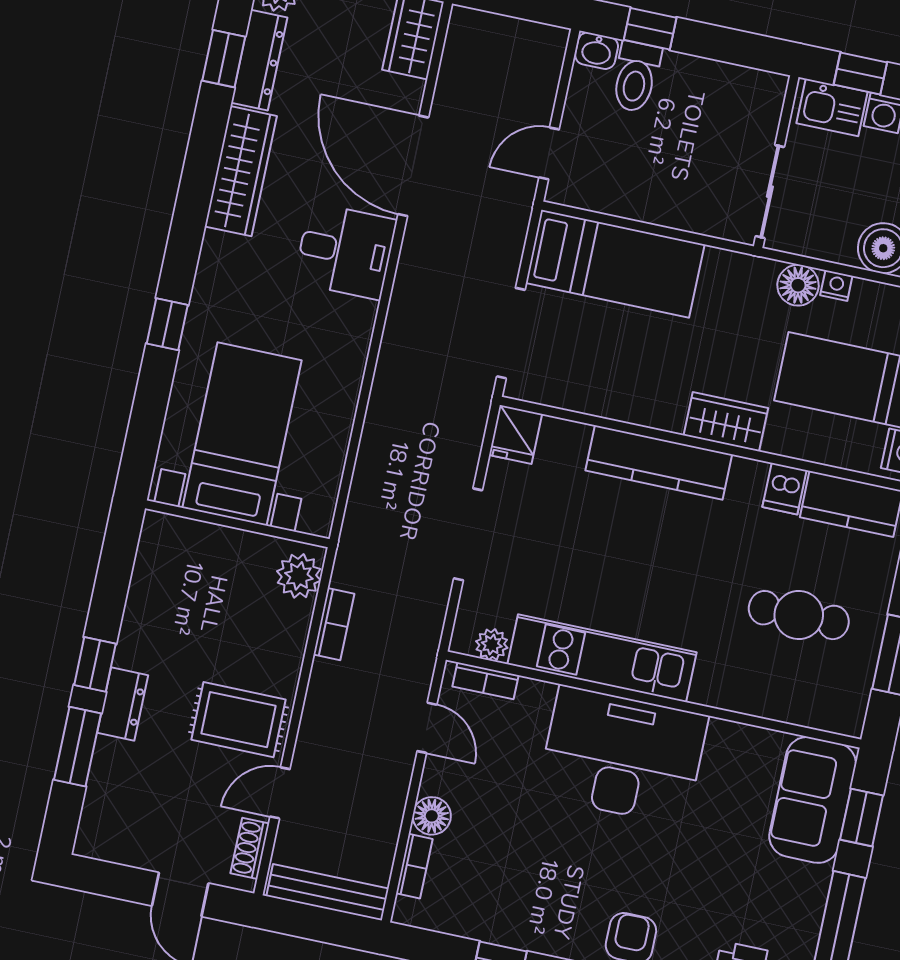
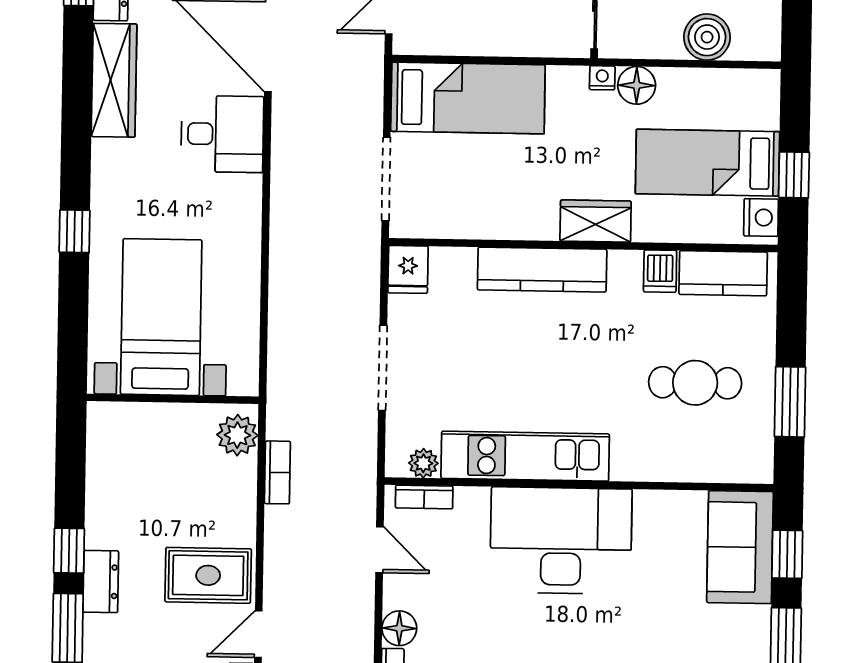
nightstand: (836, 286) -> (602, 78), moved

